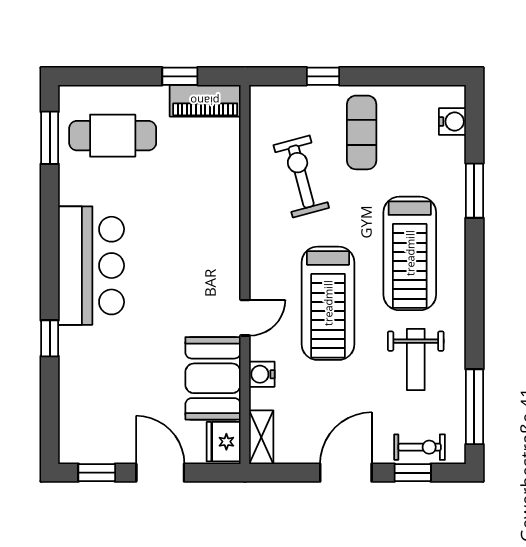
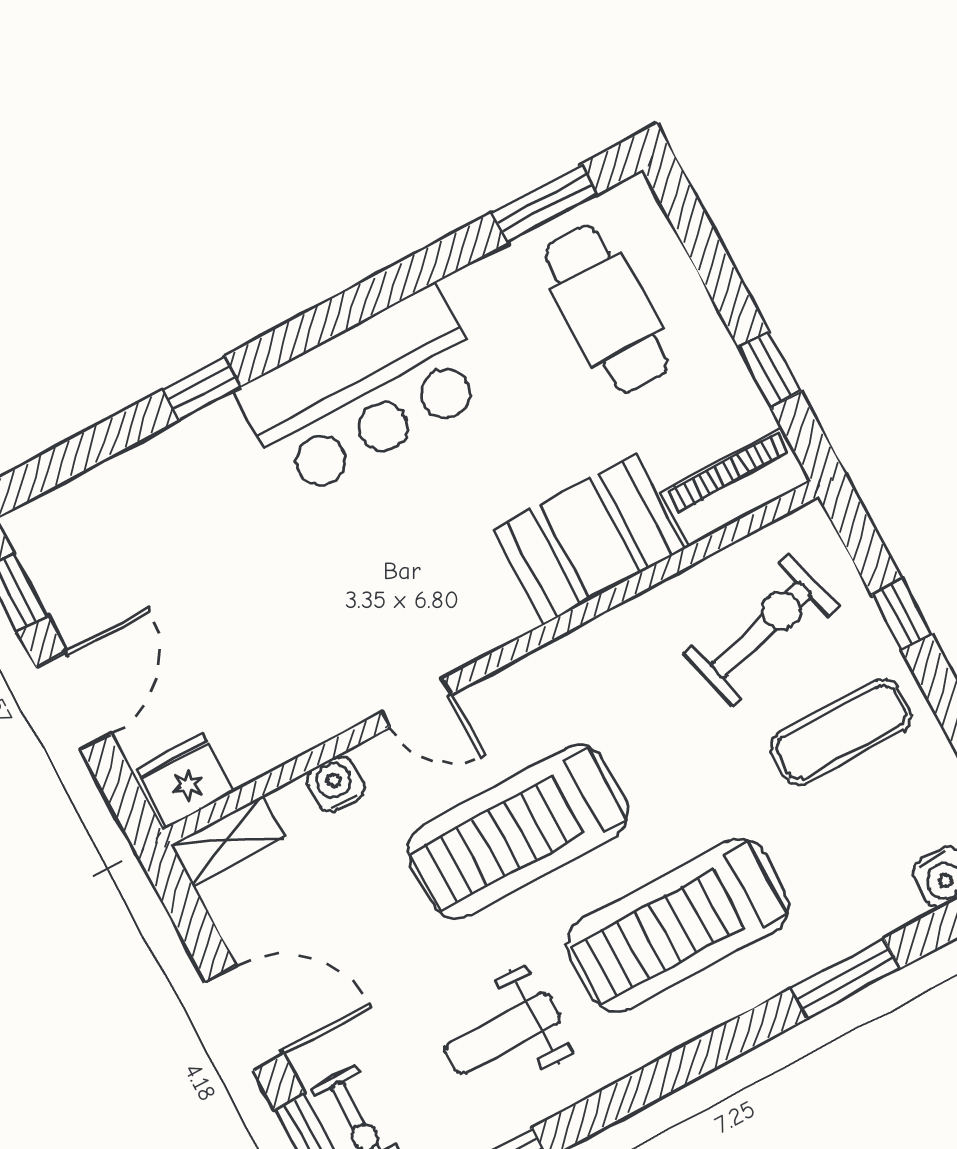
piano: (205, 101) -> (736, 487), moved, turned 90
exercise bike: (301, 176) -> (761, 630), moved
booth: (213, 378) -> (590, 539), moved

